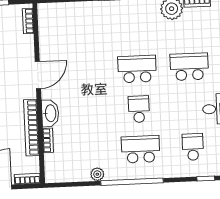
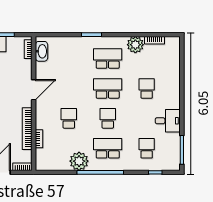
school desk: (135, 29) -> (108, 59), added
school desk: (189, 67) -> (147, 88), width x0.54
school desk: (87, 111) -> (69, 118), added
washbasin: (50, 113) -> (41, 51), moved
plant: (97, 174) -> (79, 161), width x1.87, depth x1.87

